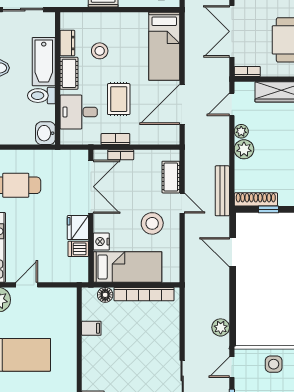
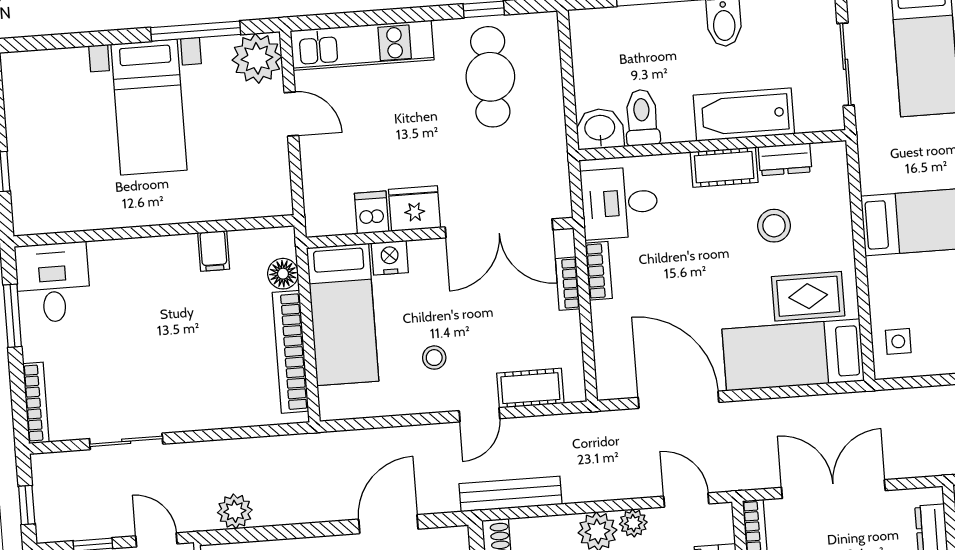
toilet: (41, 96) -> (642, 118), moved
rug: (119, 99) -> (808, 296), moved
desk: (79, 112) -> (620, 203), moved, turned -90
stool: (152, 223) -> (434, 358), width x0.53, depth x0.53

